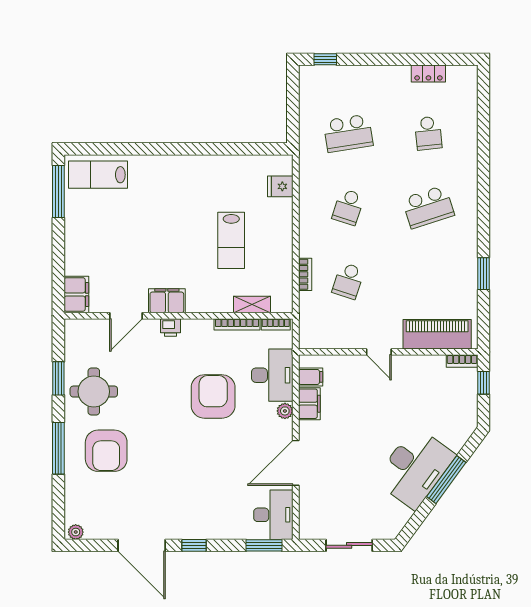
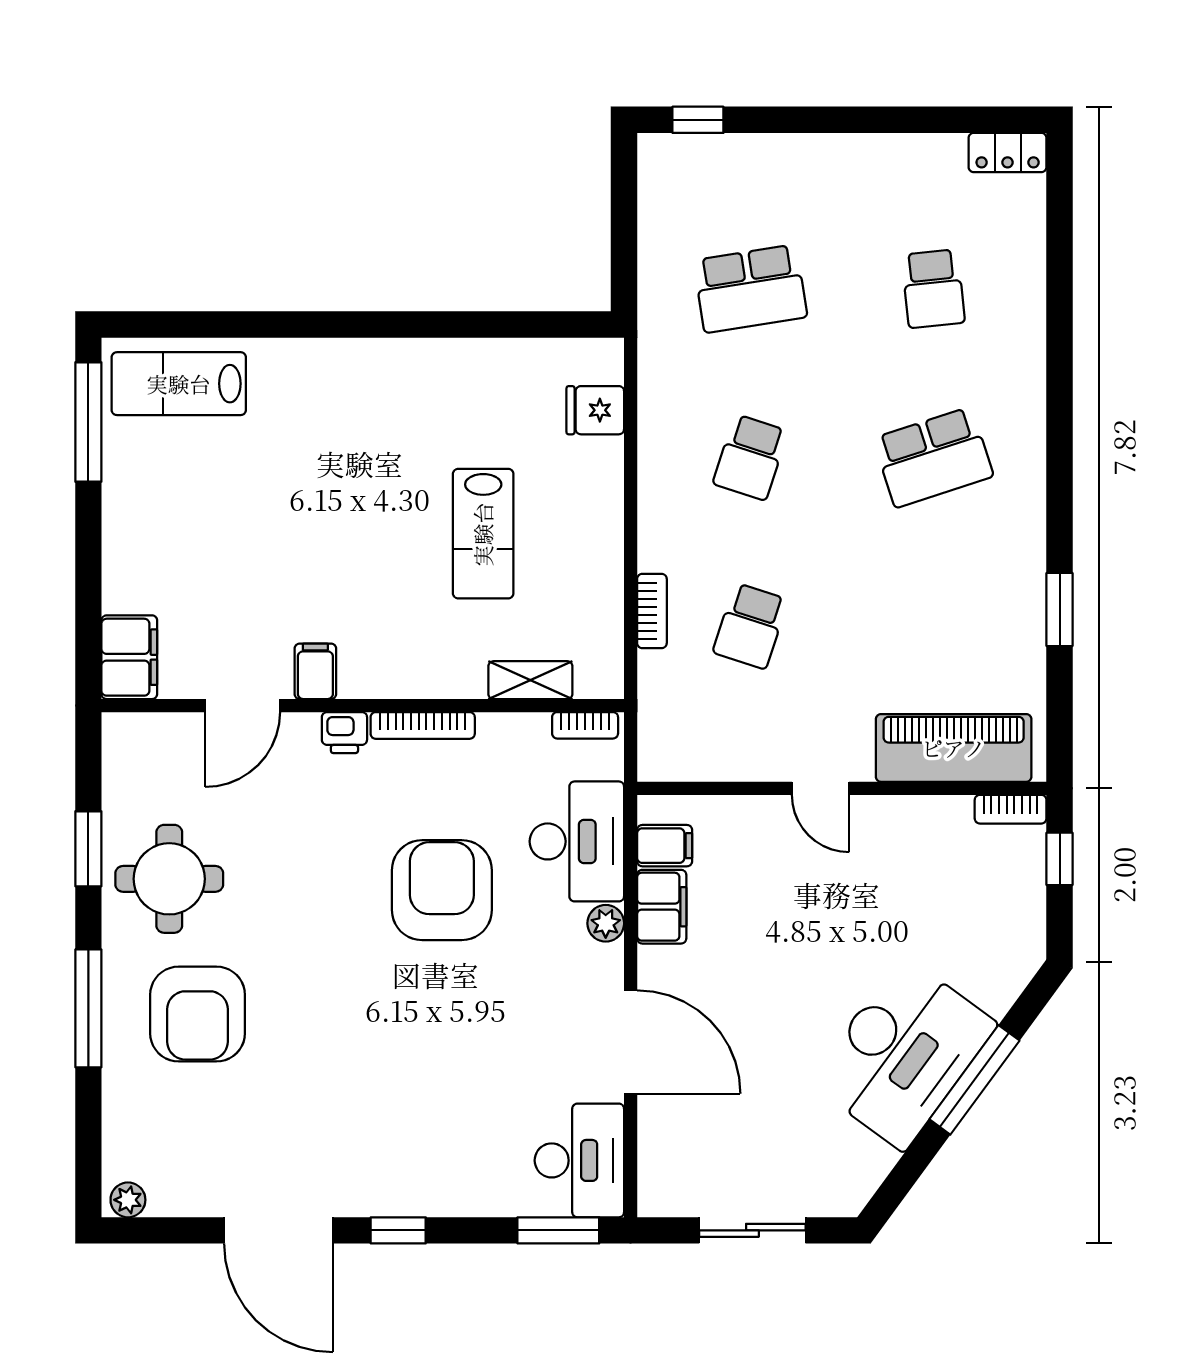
locker: (428, 74) -> (1008, 153), moved
filing cabinet: (167, 301) -> (315, 671), width x0.50
bookcase: (237, 324) -> (423, 725), moved
door: (296, 463) -> (631, 1042), swing flipped

